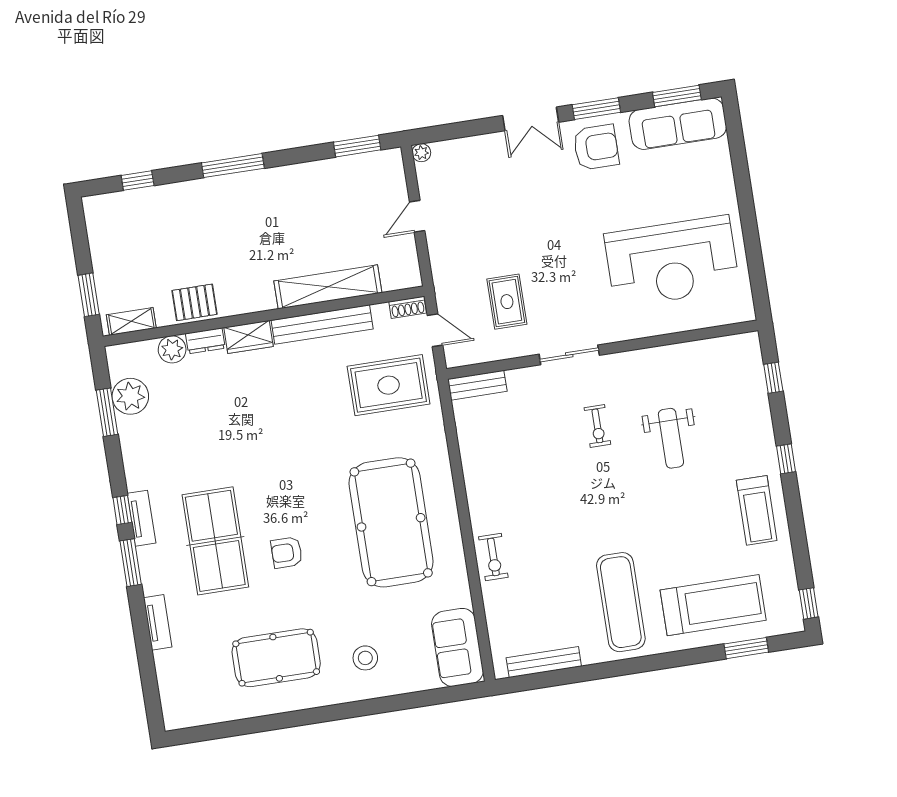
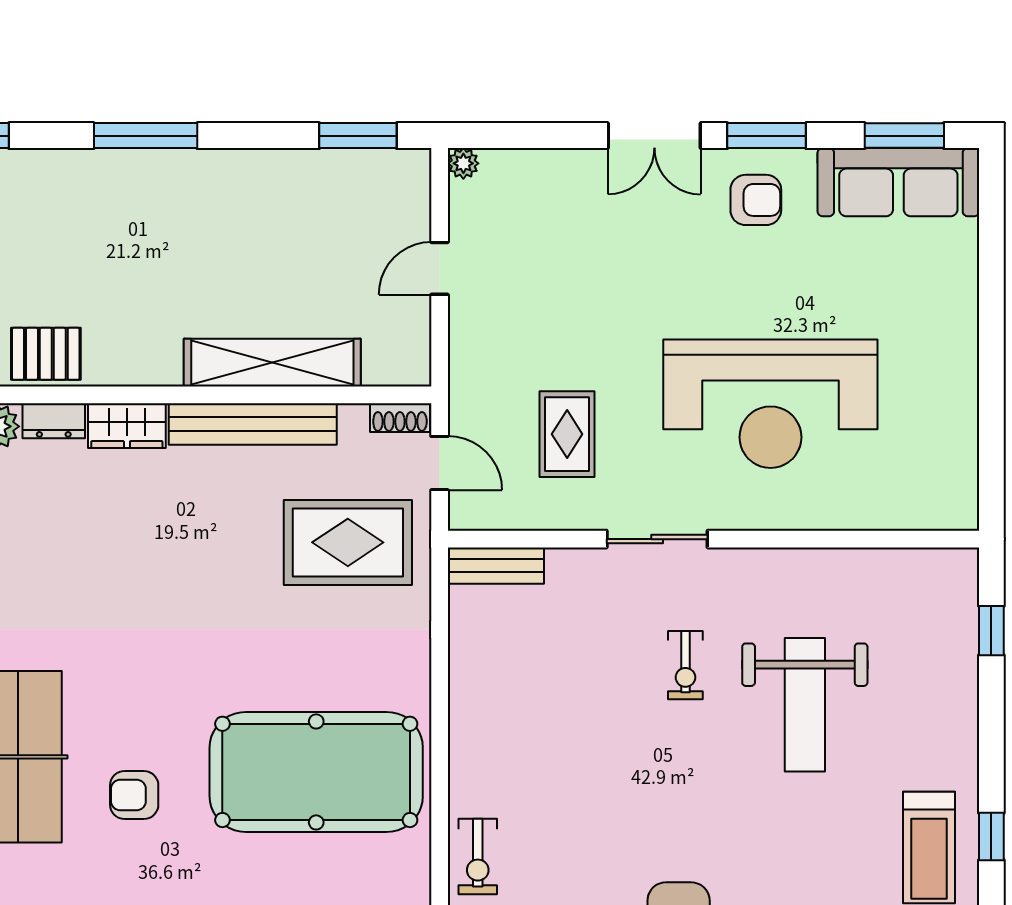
armchair: (596, 147) -> (756, 200), width x0.72, depth x0.72
reception desk: (672, 262) -> (770, 404), moved
weight bench: (671, 438) -> (805, 705), width x1.36, depth x1.33
window: (786, 459) -> (991, 837), moved
pool table: (391, 522) -> (316, 772), turned 90

